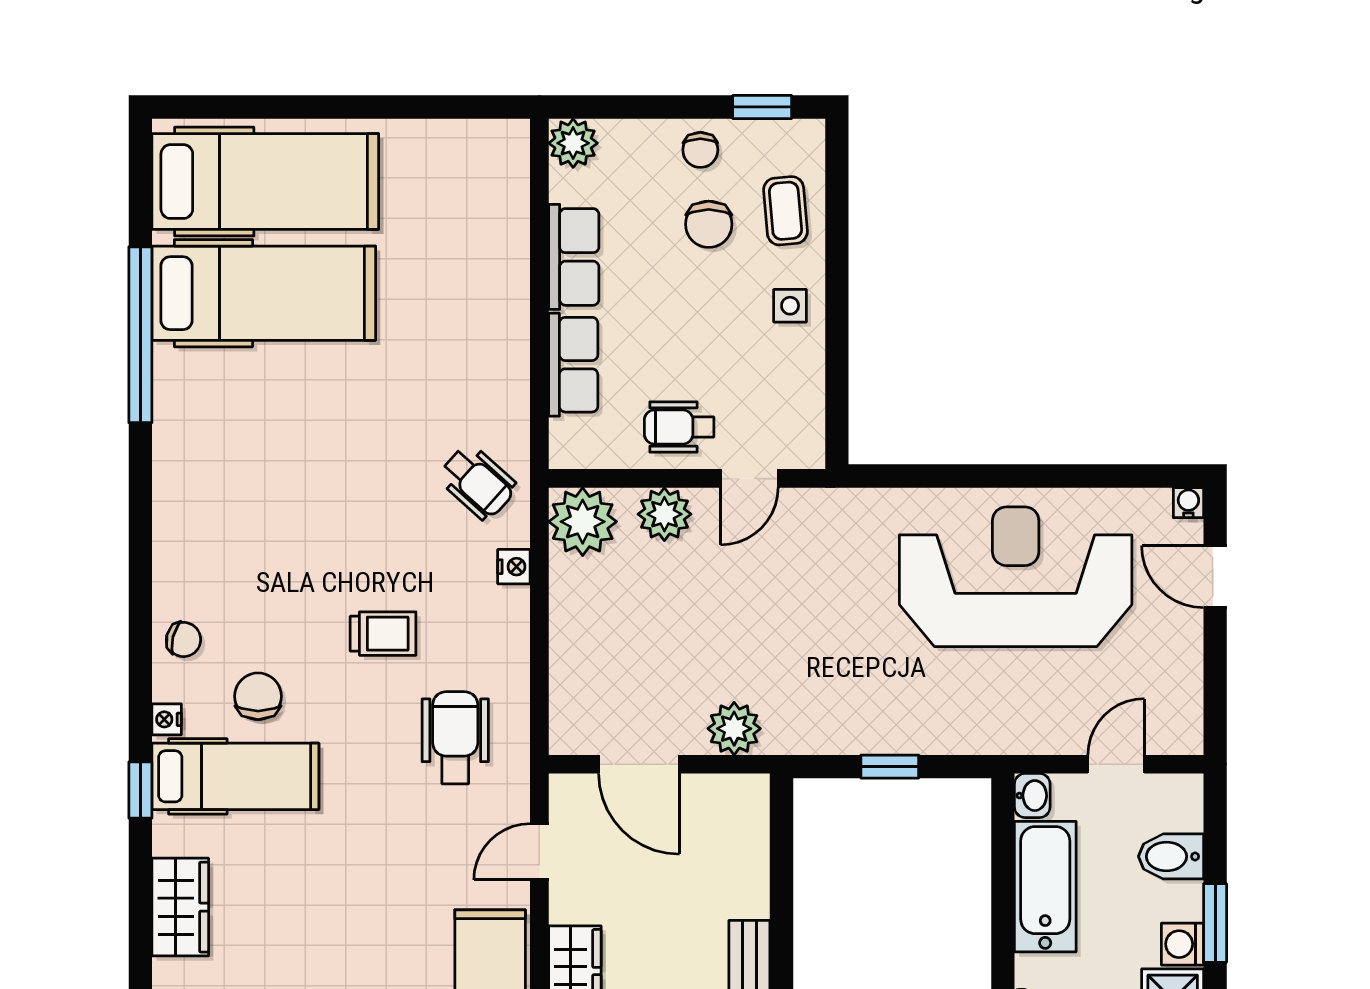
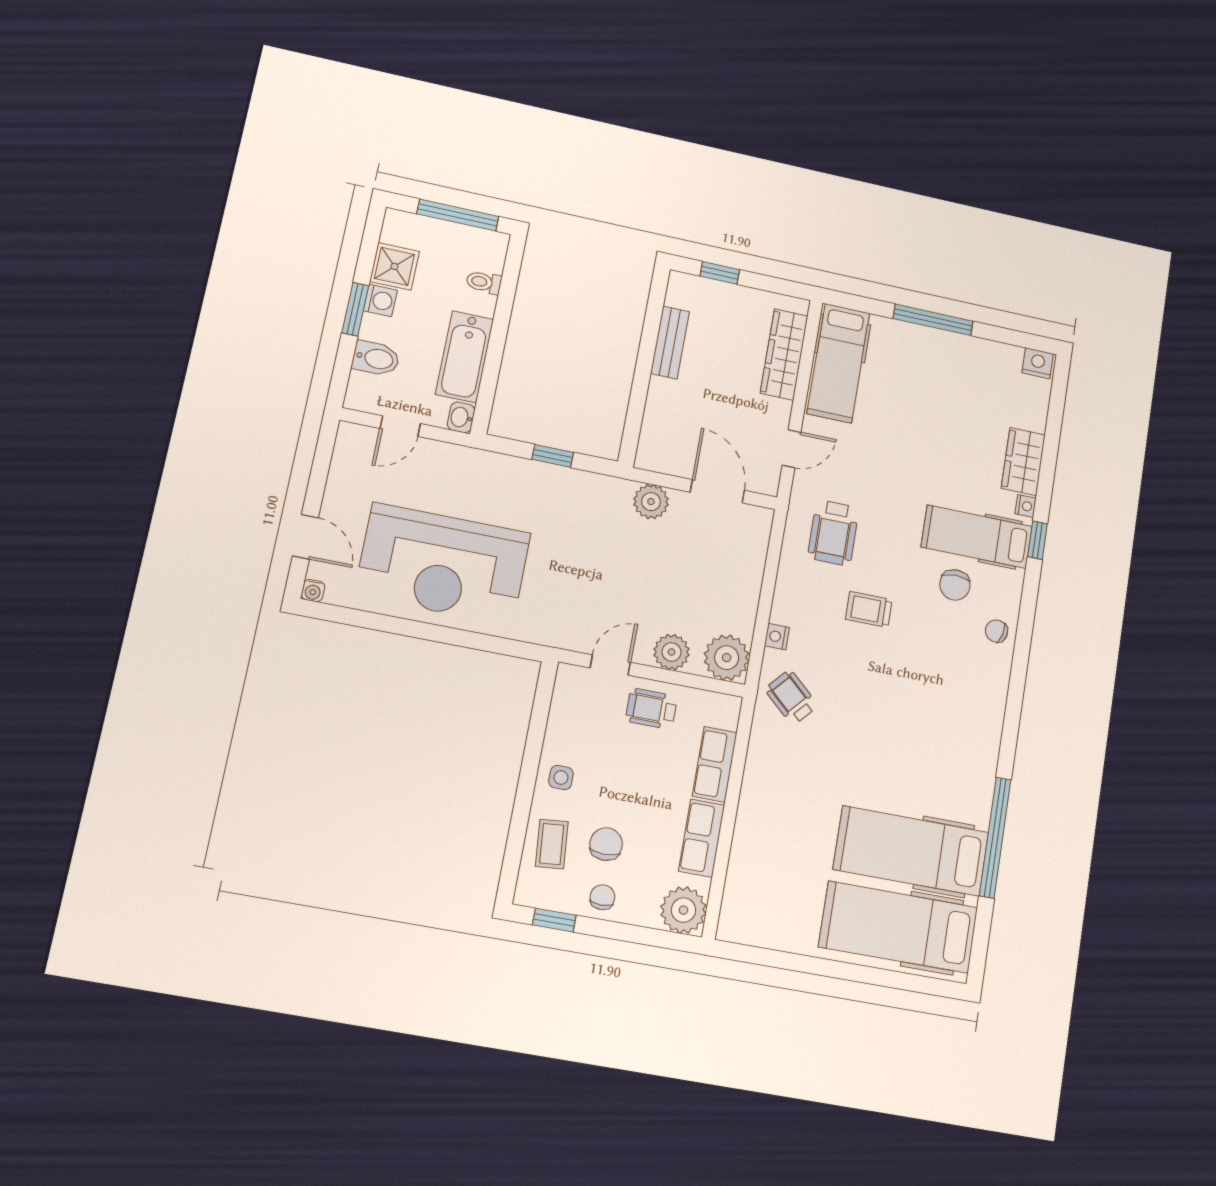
plant: (573, 143) -> (683, 910), width x1.36, depth x1.36
wheelchair: (679, 427) -> (651, 709), turned 180
nightstand: (167, 719) -> (1026, 506), moved

